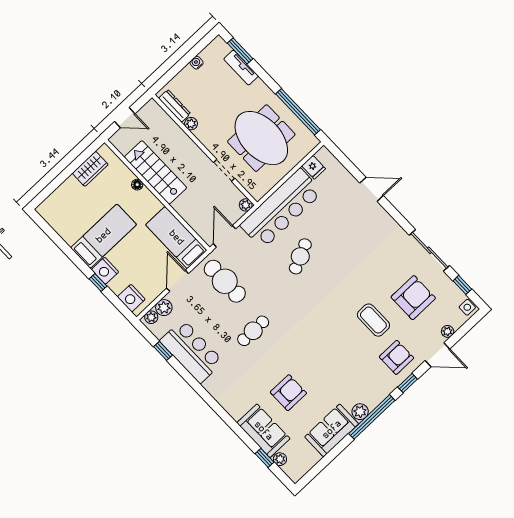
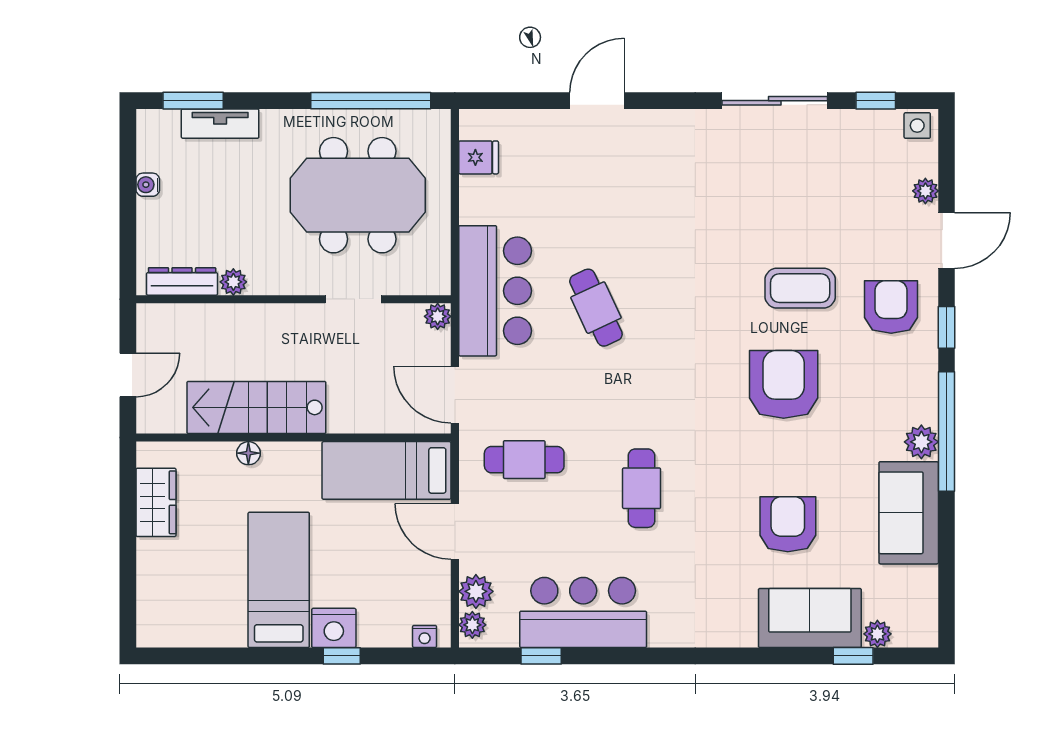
bar counter: (281, 209) -> (495, 291), width x0.73
cafe table: (225, 281) -> (524, 460), width x0.73, depth x0.74
nightstand: (131, 298) -> (425, 636), width x0.53, depth x0.56
armchair: (413, 298) -> (784, 384), moved

